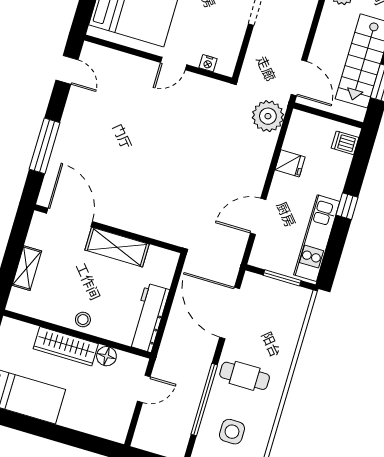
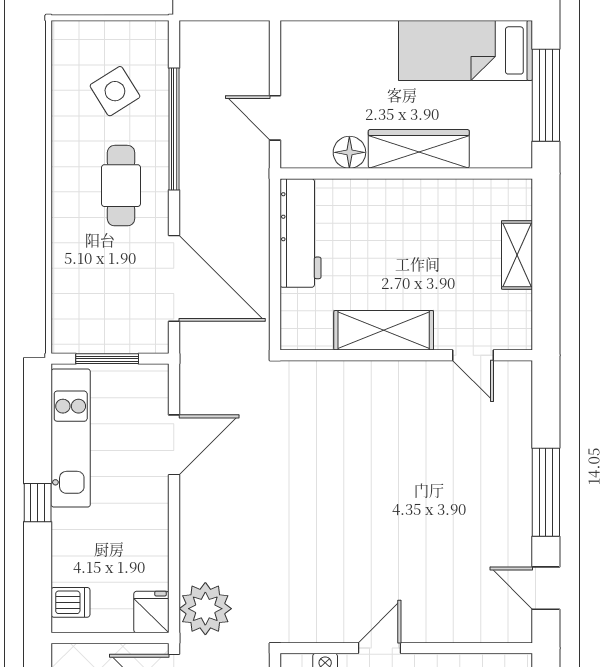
window: (45, 146) -> (546, 492), moved
fridge: (290, 163) -> (151, 612), moved, turned 90
door: (70, 217) -> (473, 355), width x0.53
stool: (83, 320) -> (404, 199), removed
cafe table: (245, 376) -> (121, 186), turned 90
door: (144, 389) -> (275, 118), hinge flipped
side table: (232, 432) -> (115, 91), turned -32

